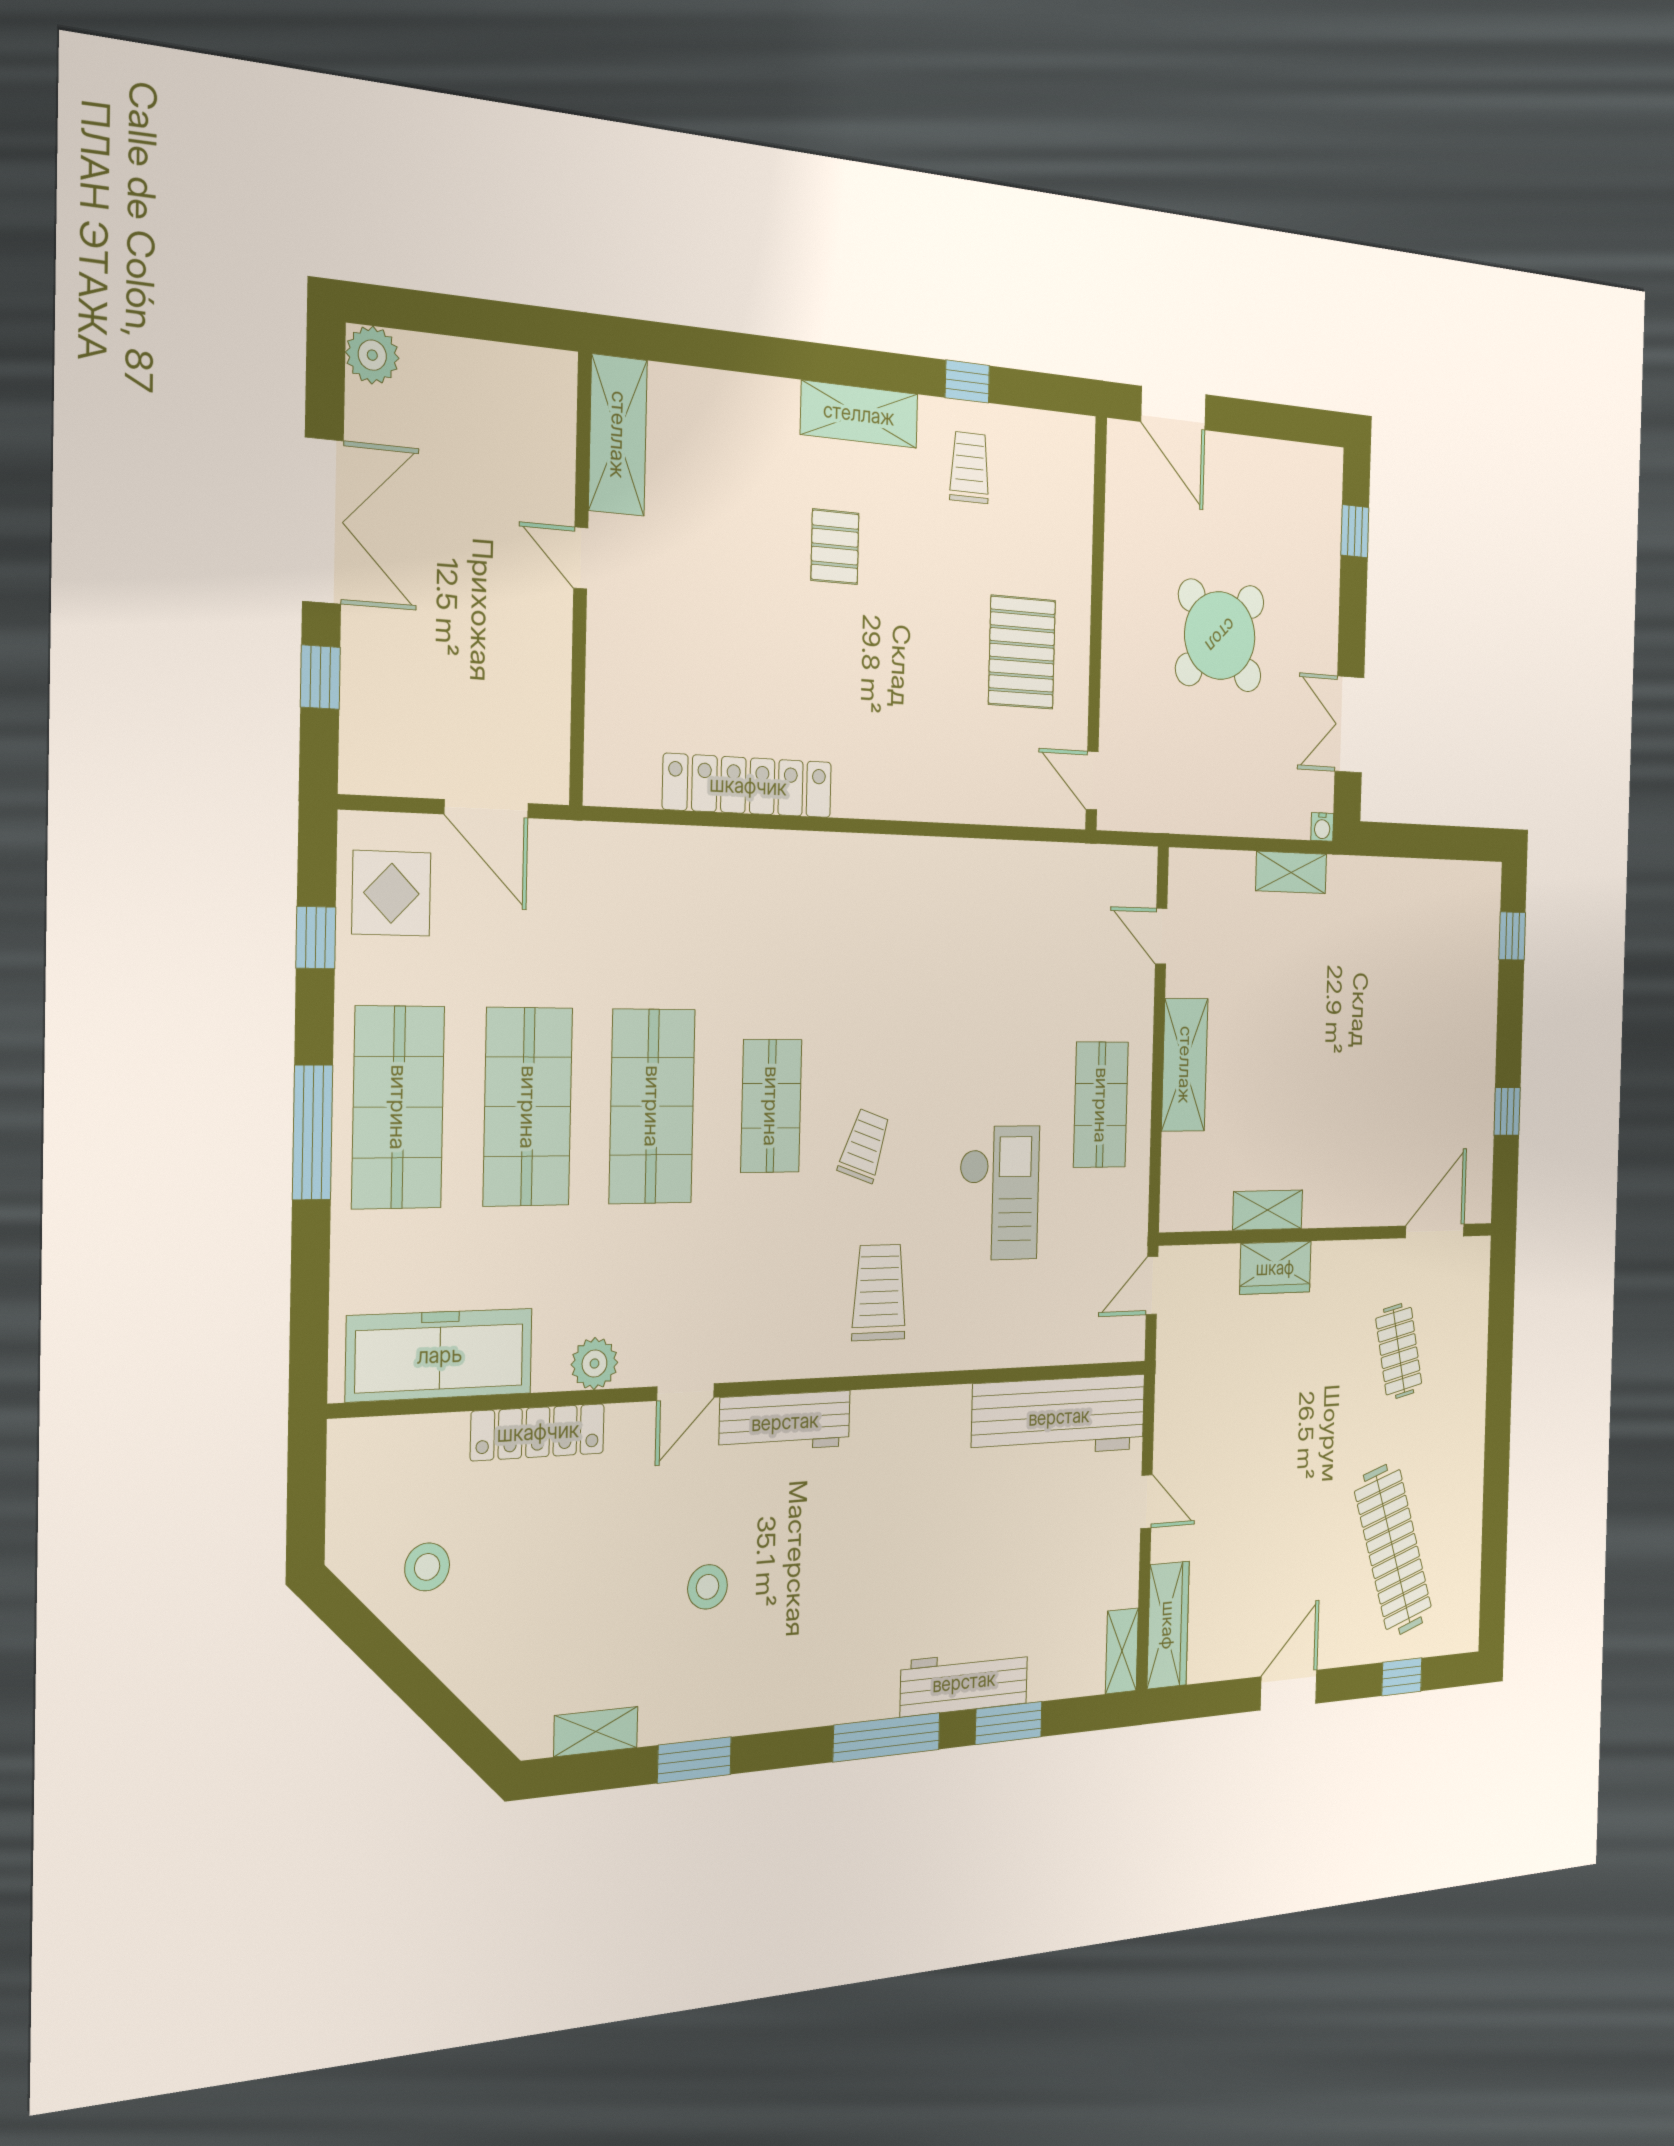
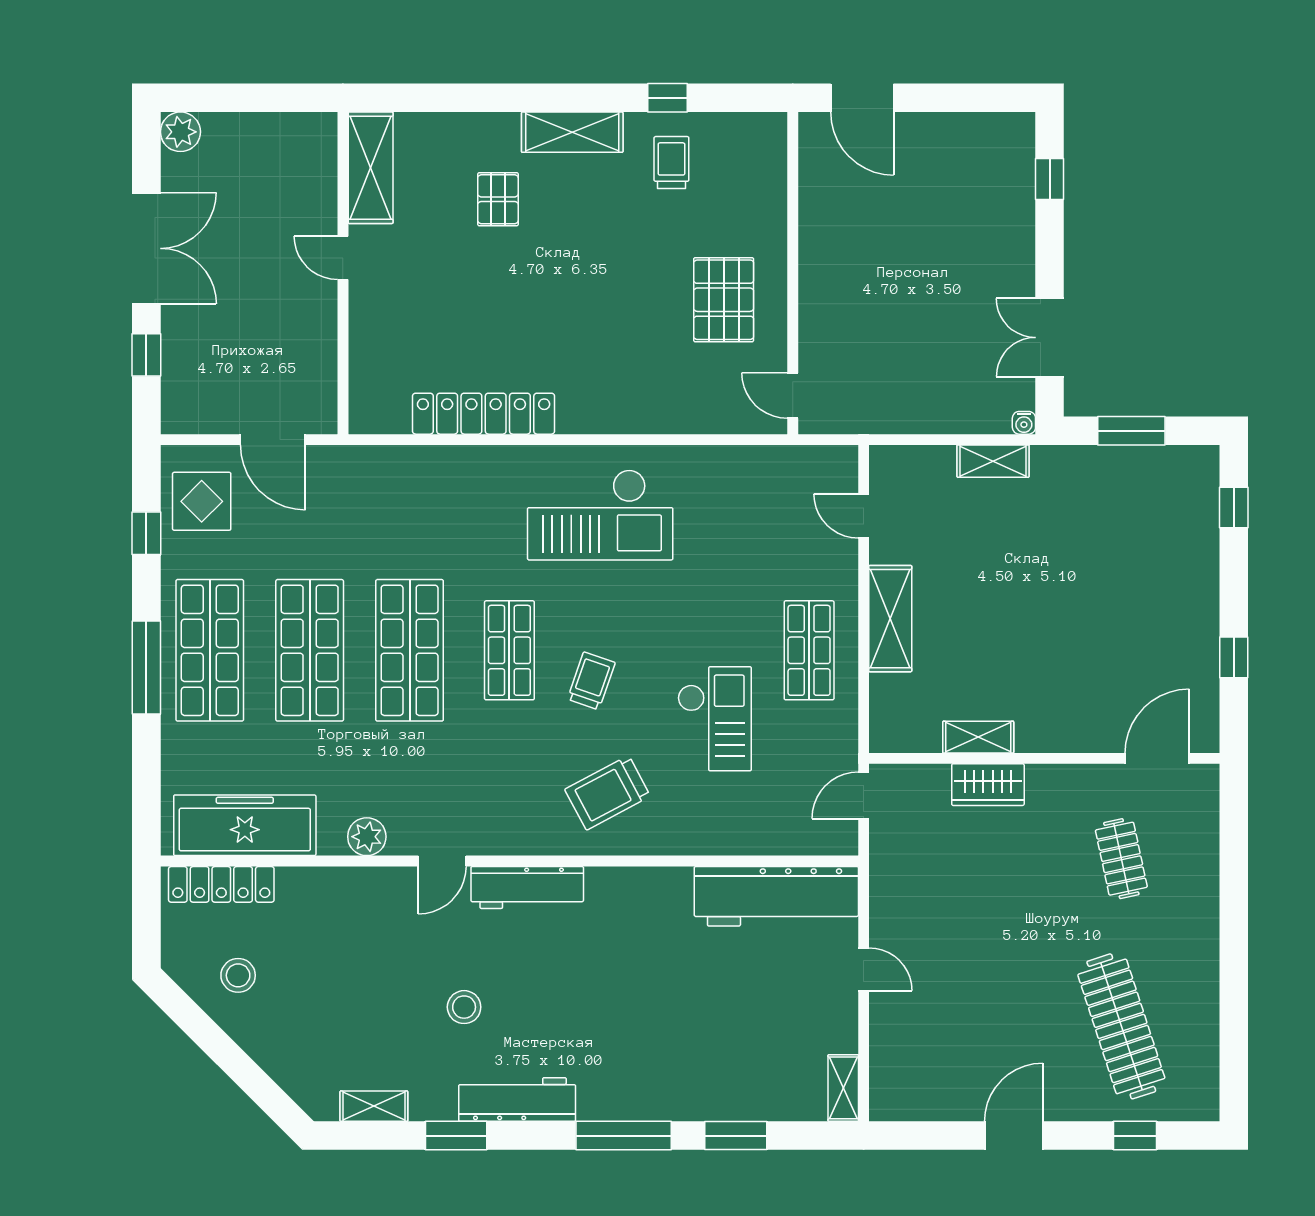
pallet: (835, 547) -> (498, 199), moved
round table: (1220, 635) -> (914, 274), removed
window: (1423, 841) -> (1131, 431), added
checkout: (879, 927) -> (600, 515), added
trolley: (879, 1292) -> (608, 793), turned -118
locker: (538, 1432) -> (221, 884), moved
wardrobe: (1168, 1625) -> (888, 1071), removed
workbench: (964, 1682) -> (517, 1099), moved

